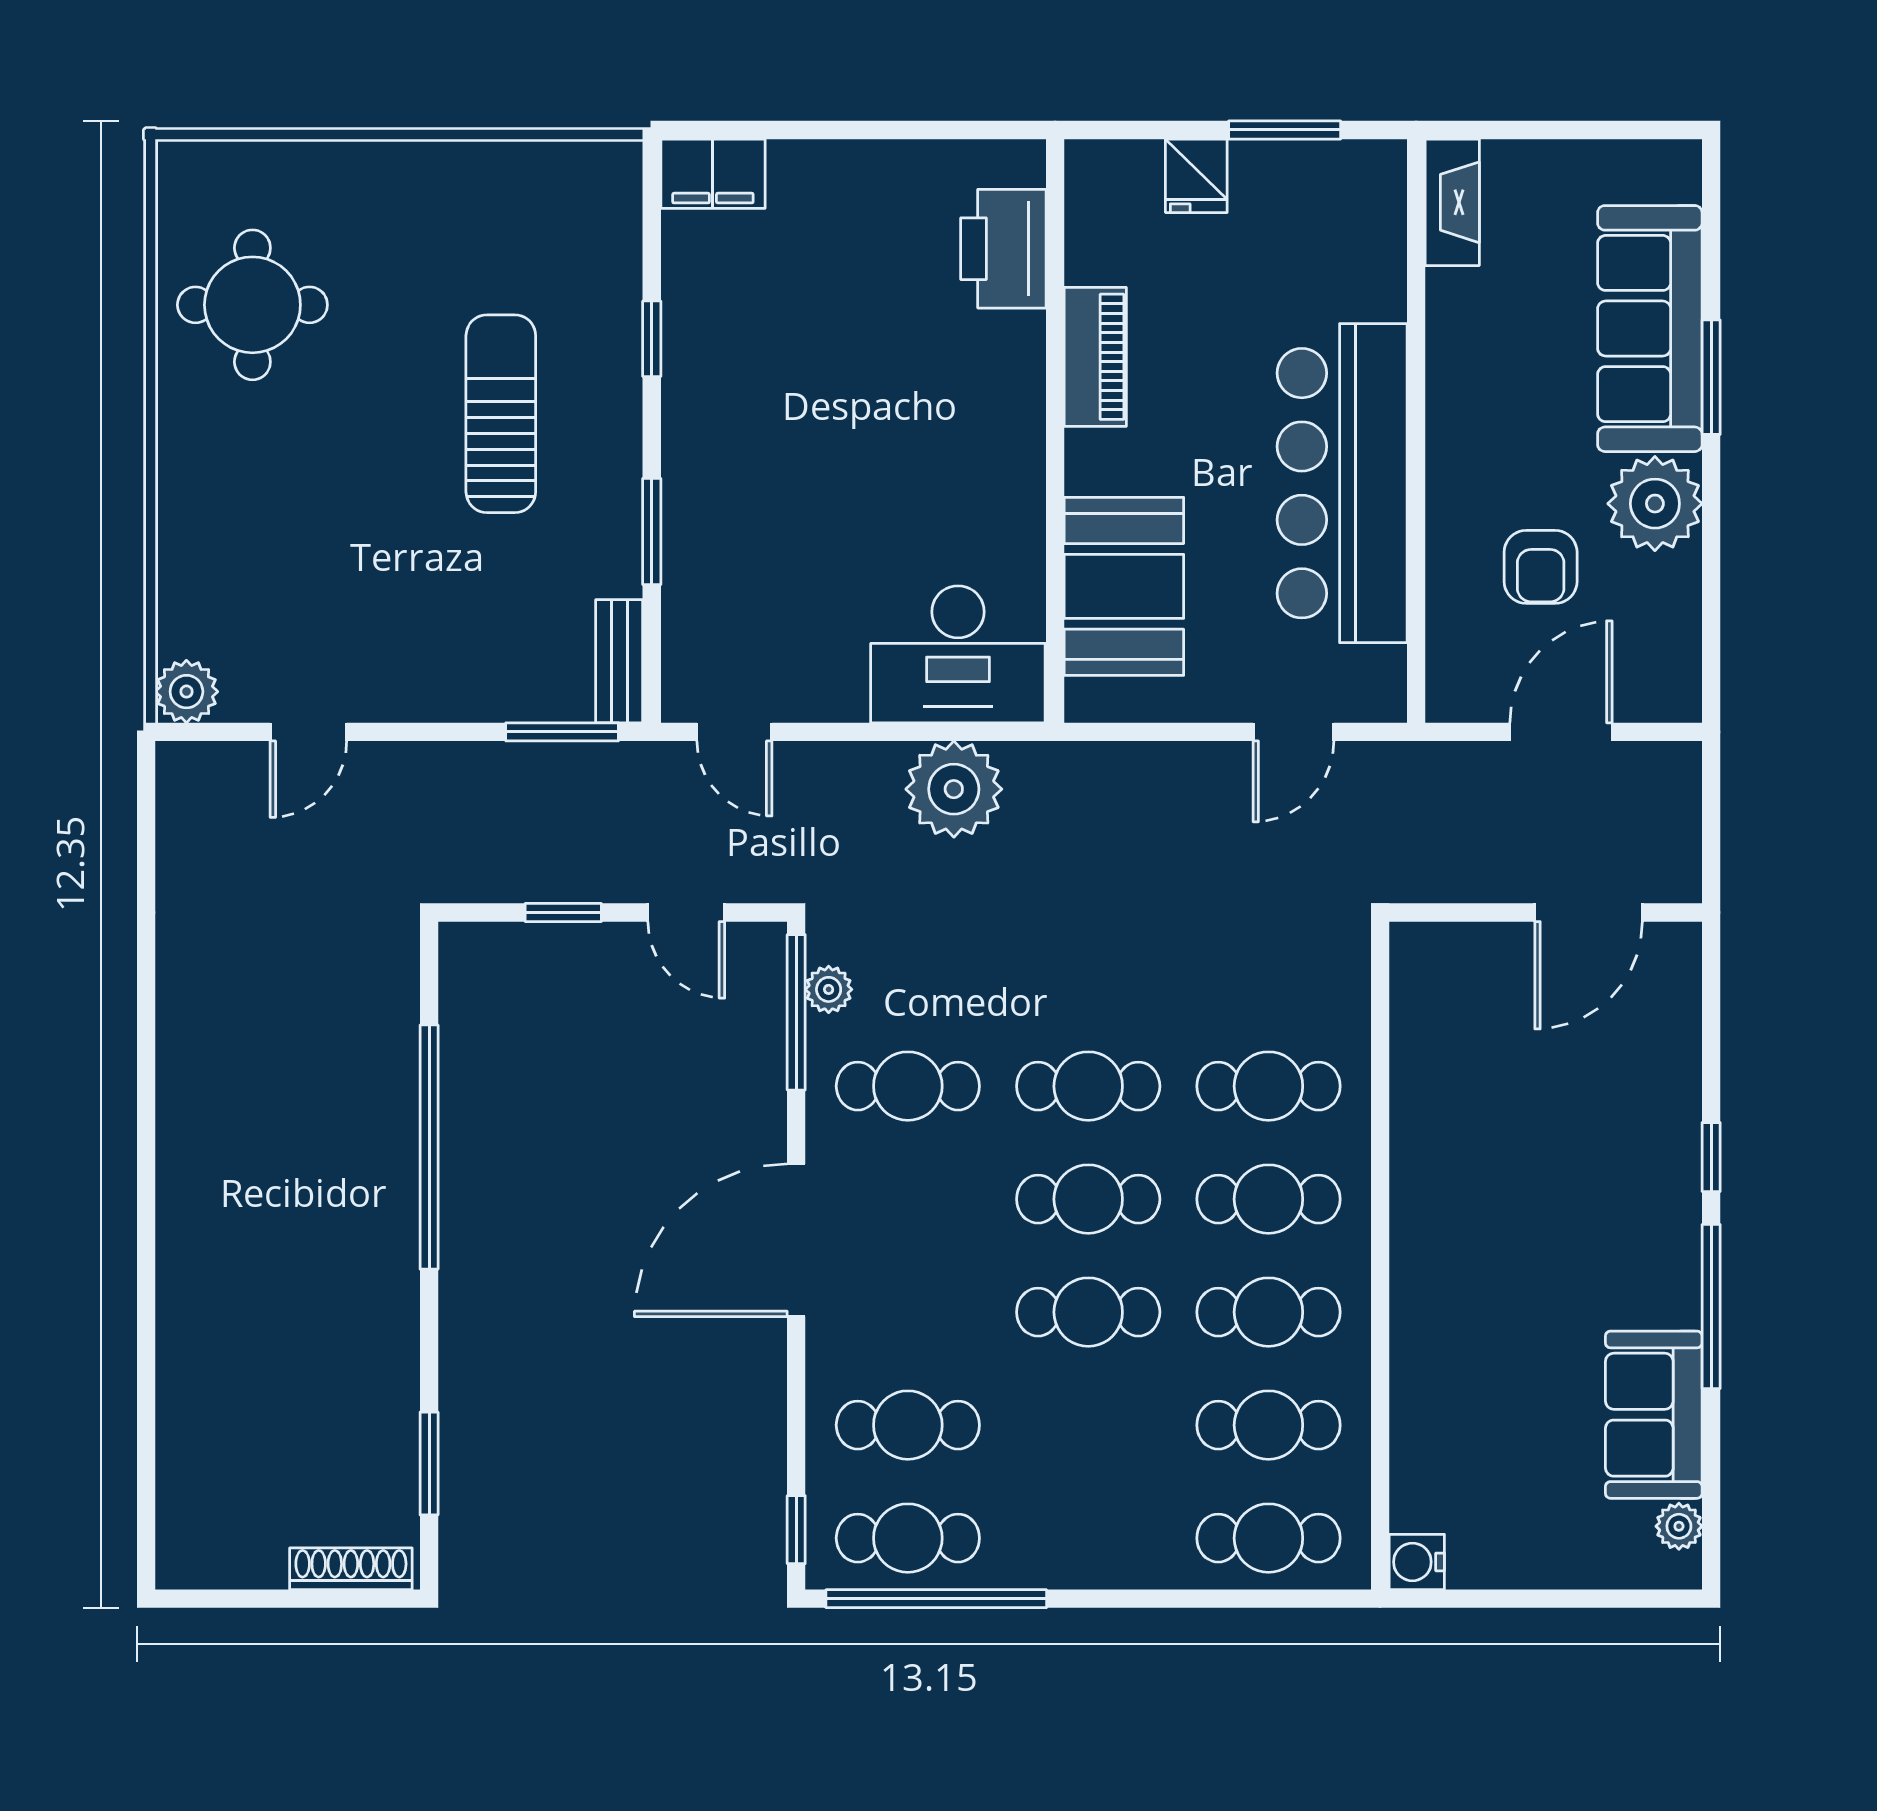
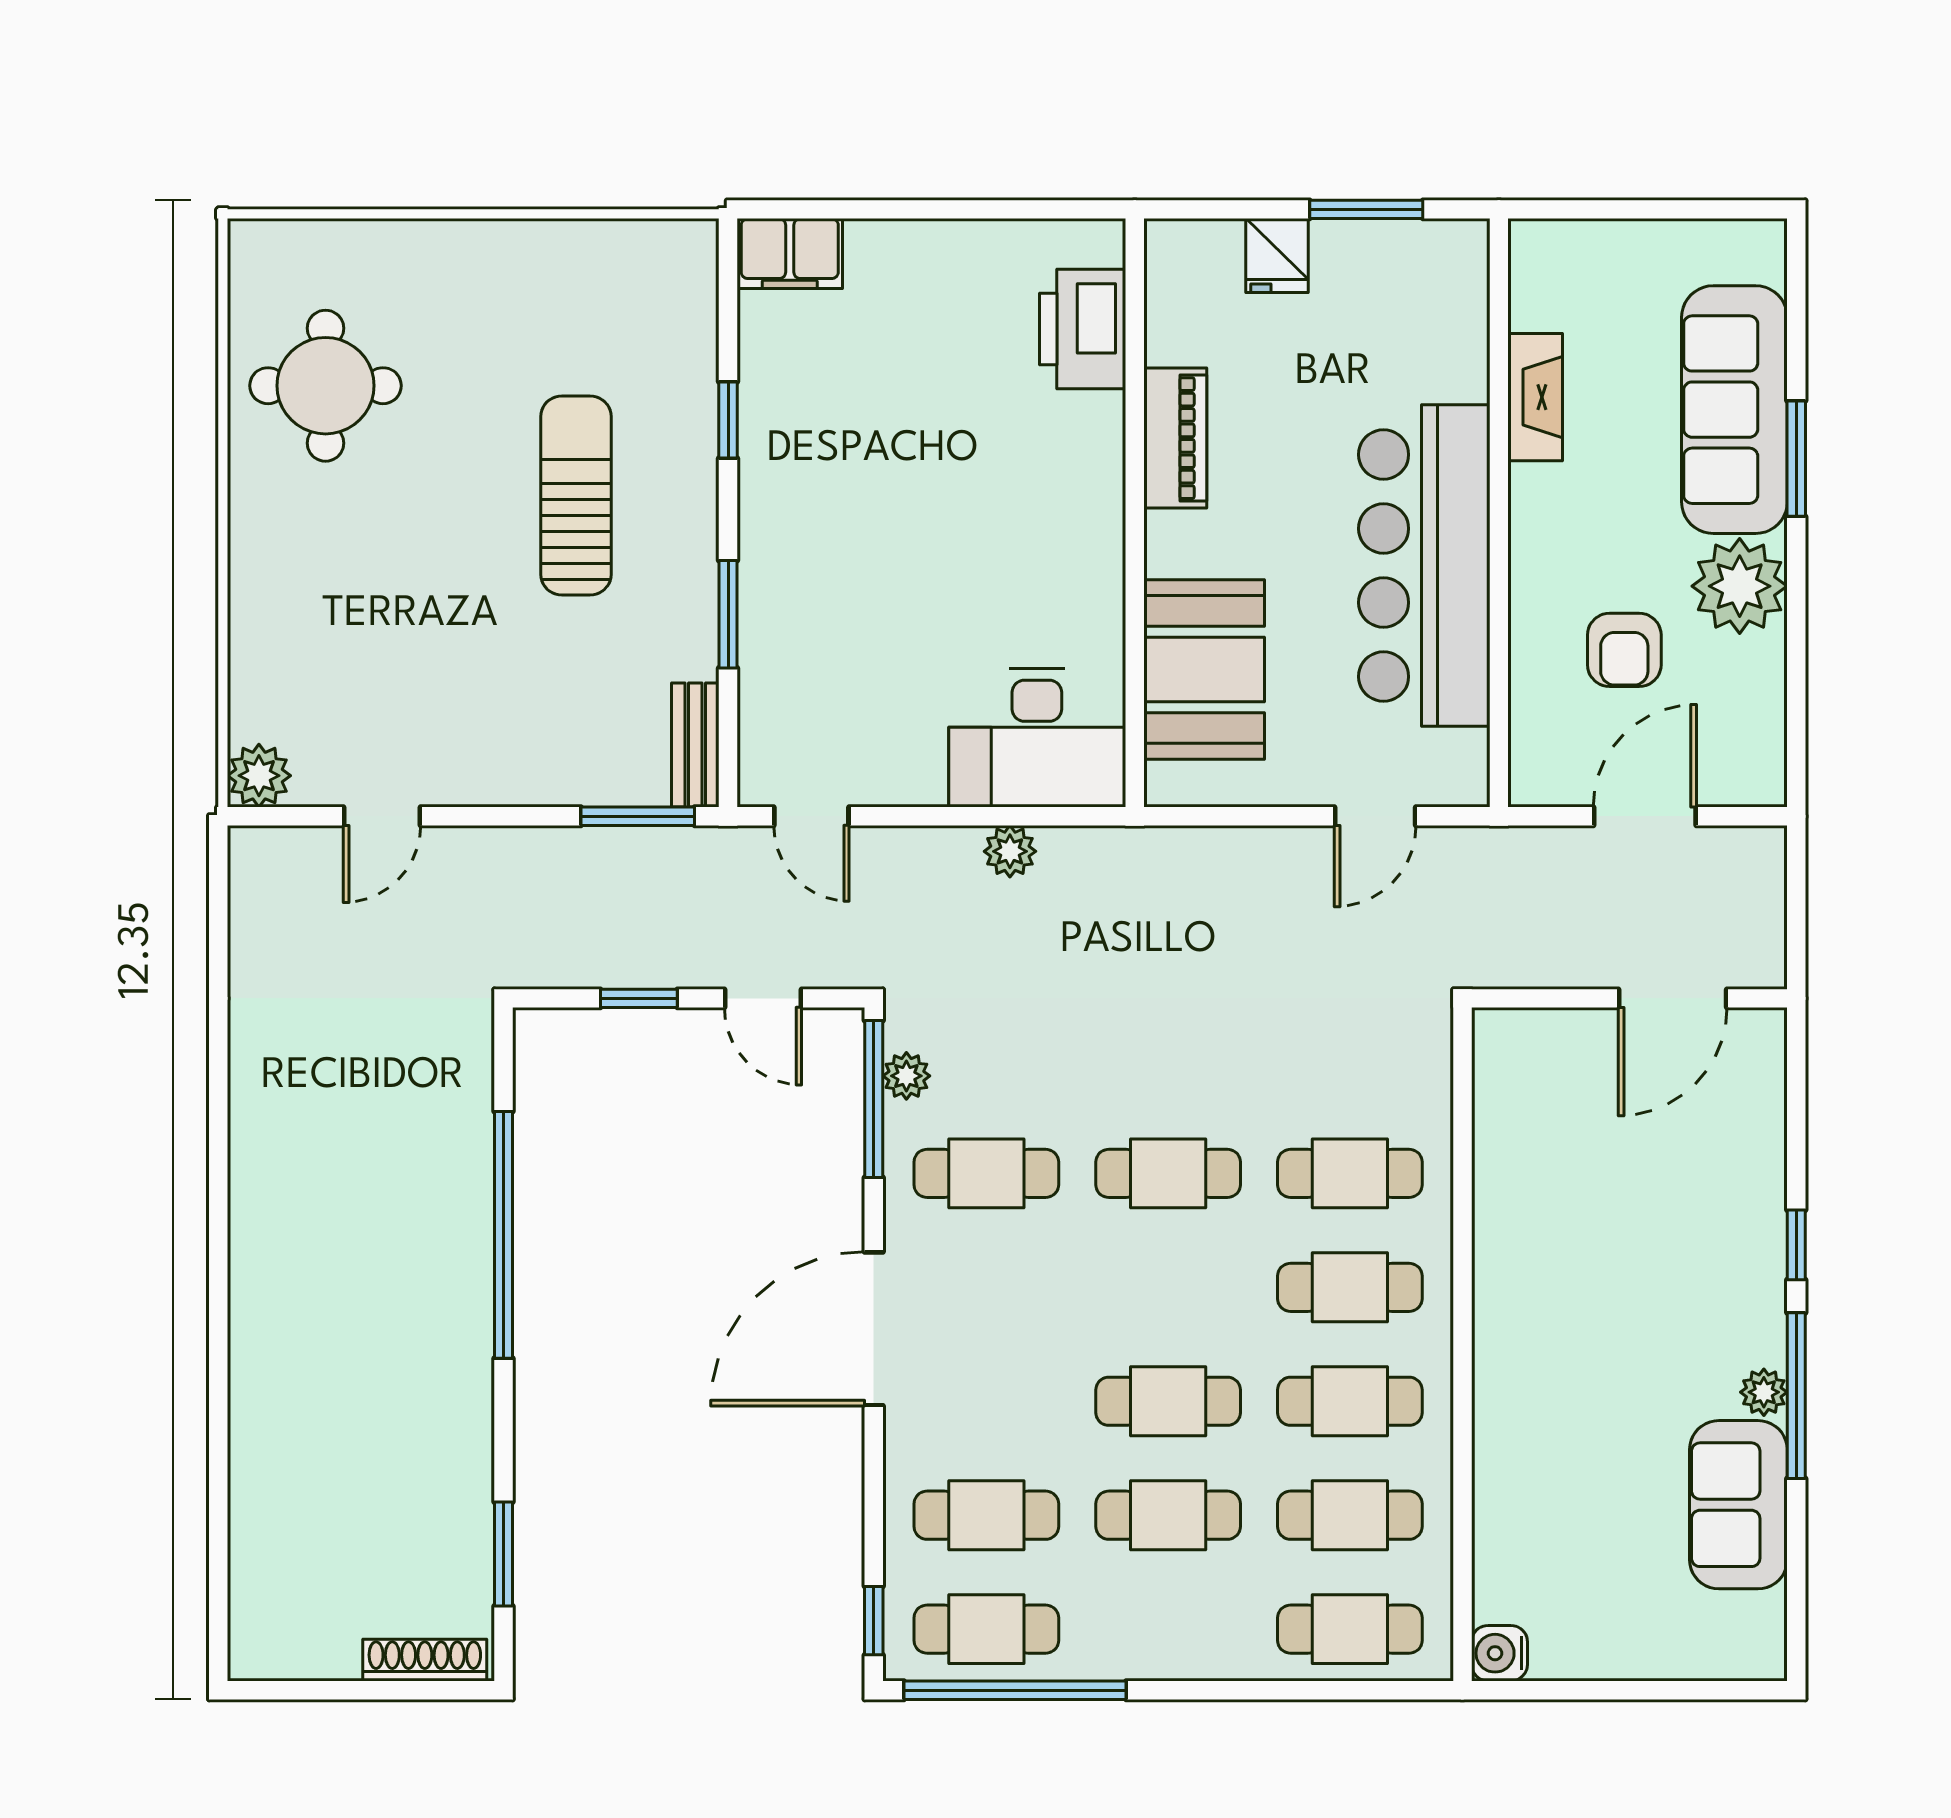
fireplace: (1452, 202) -> (1535, 397), moved
plant: (954, 789) -> (1010, 851), width x0.53, depth x0.53
cafe table: (1088, 1199) -> (1168, 1515), moved
plant: (1679, 1526) -> (1764, 1392), moved

